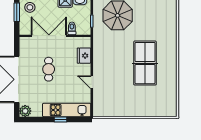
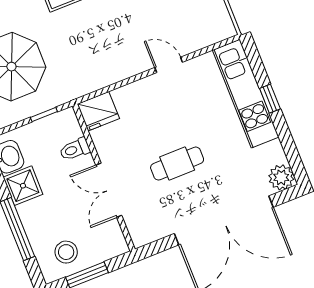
double door: (49, 36) -> (109, 190), width x0.73
fridge: (84, 56) -> (98, 111), moved
door: (92, 82) -> (169, 65), swing flipped

